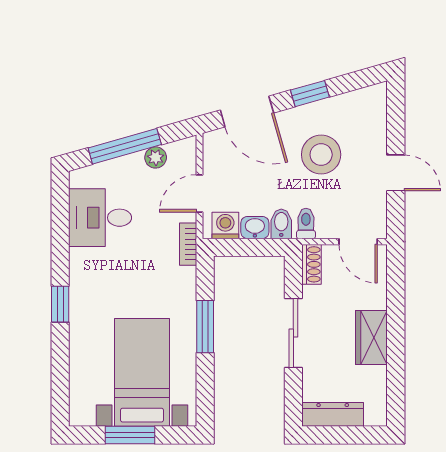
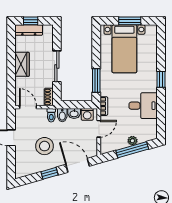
plant: (156, 157) -> (132, 141), moved
desk: (100, 218) -> (143, 106), moved
window: (205, 327) -> (96, 81), moved
dresser: (333, 414) -> (29, 30), moved
window: (352, 435) -> (31, 21), added

